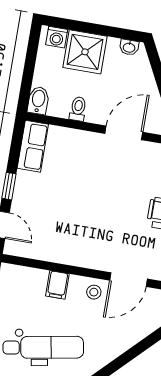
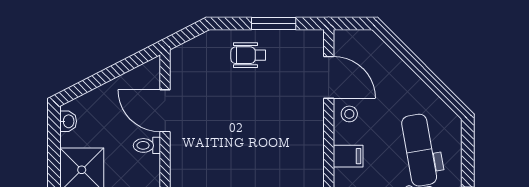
toilet: (78, 109) -> (147, 145), moved

